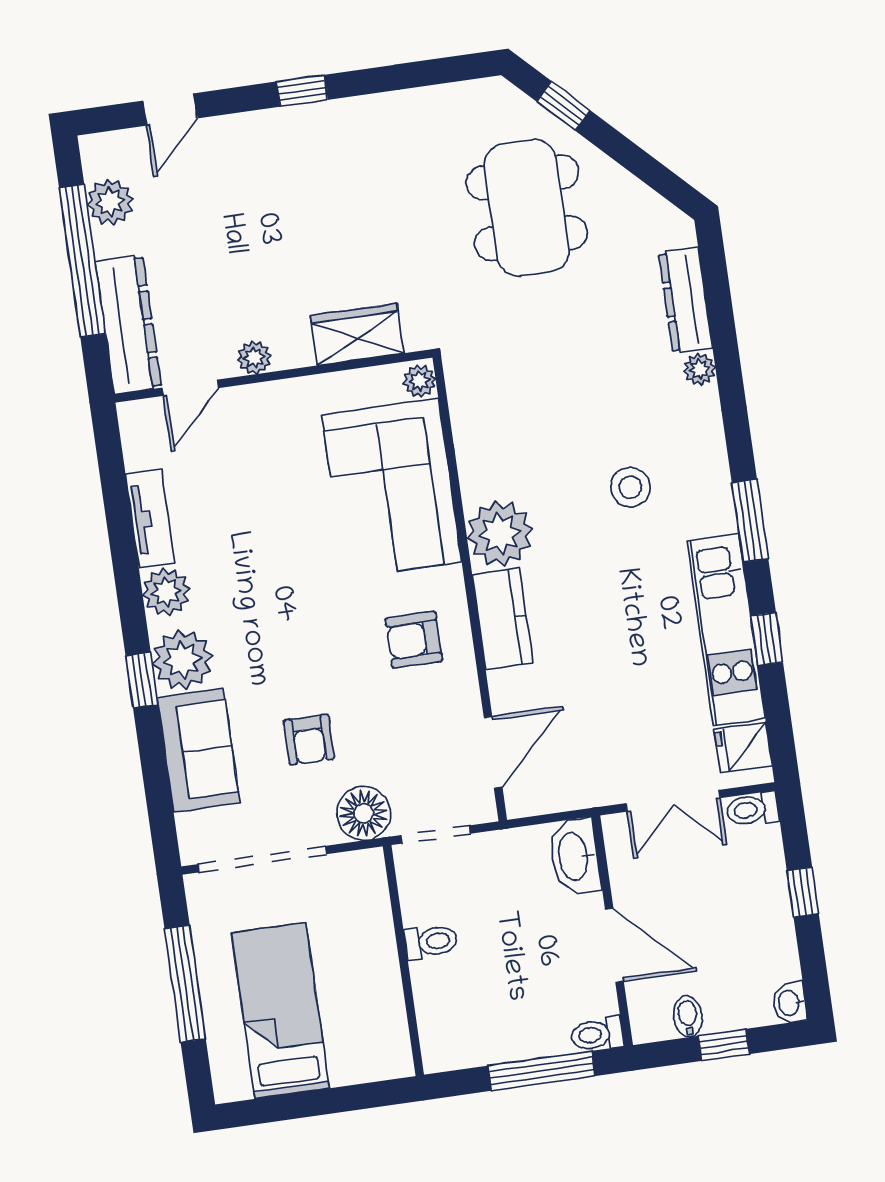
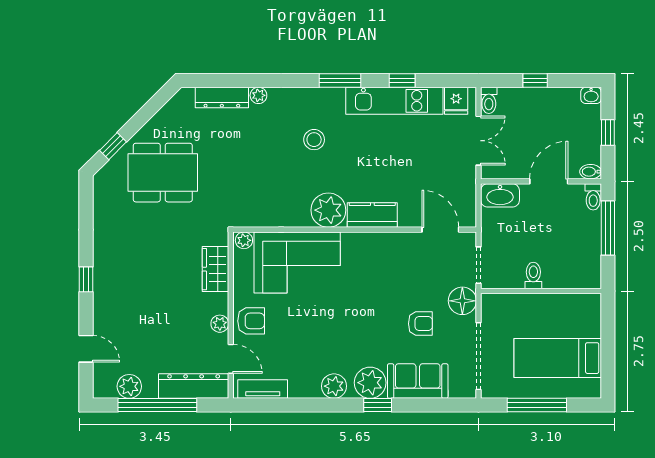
tv unit: (150, 519) -> (263, 389), moved
armchair: (414, 640) -> (251, 321), moved, turned -90
bidet: (688, 1016) -> (591, 172), moved

